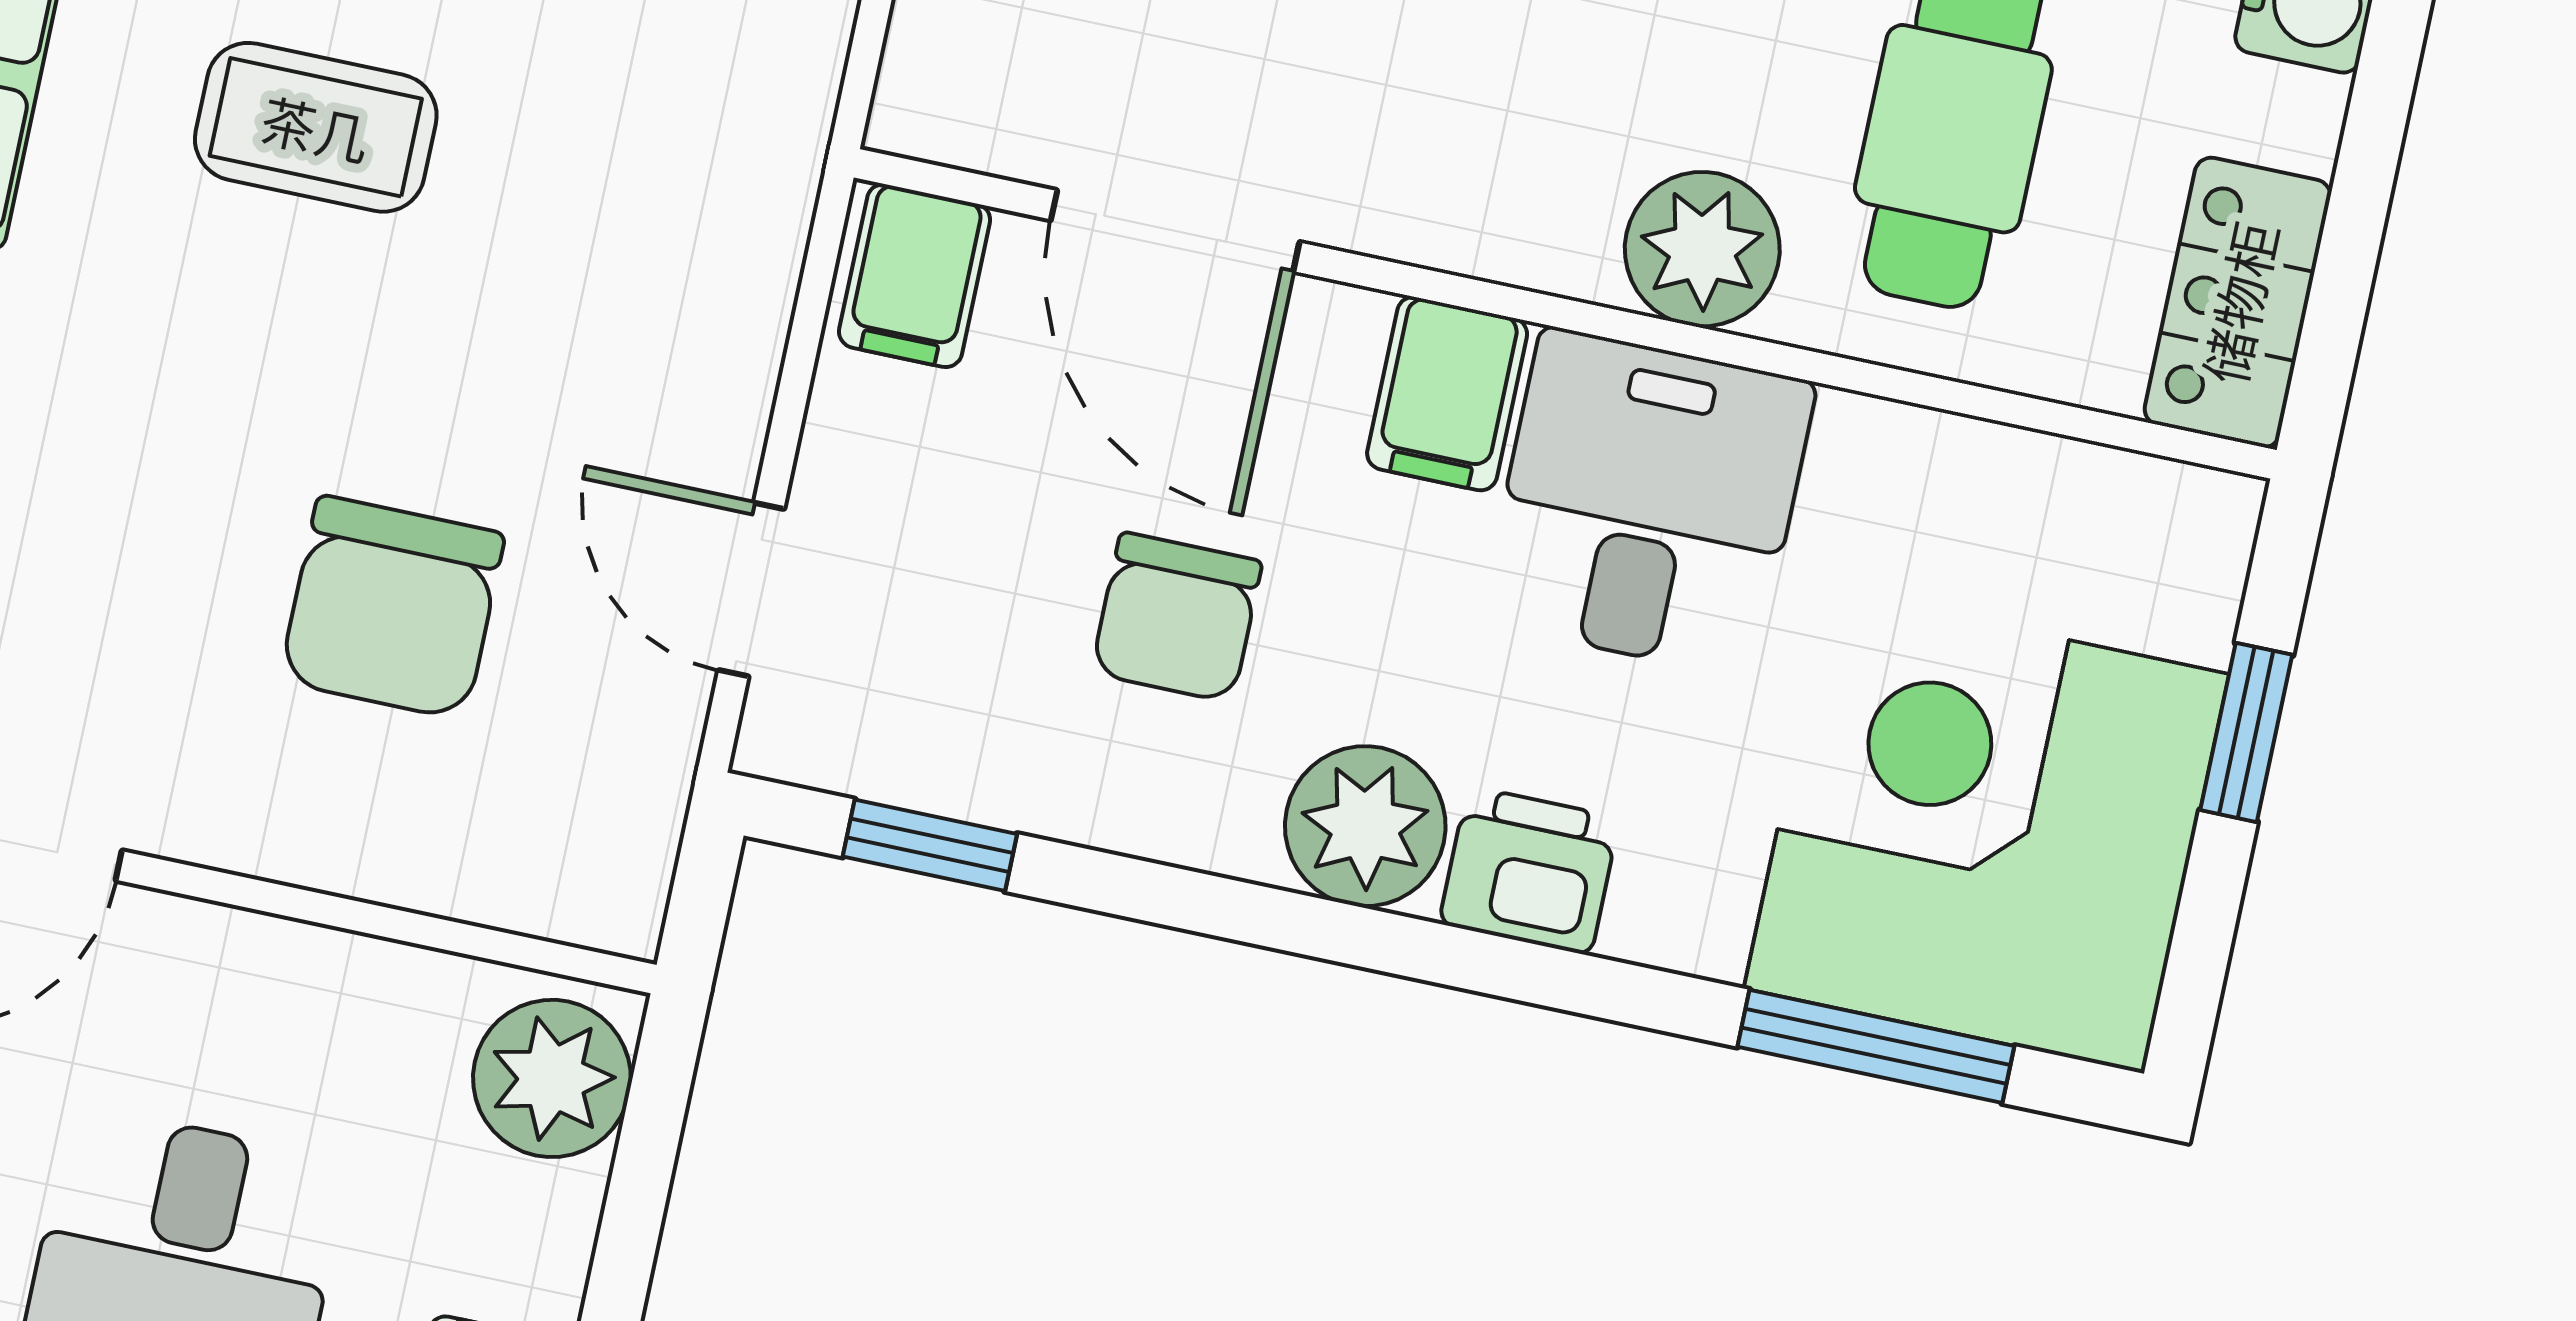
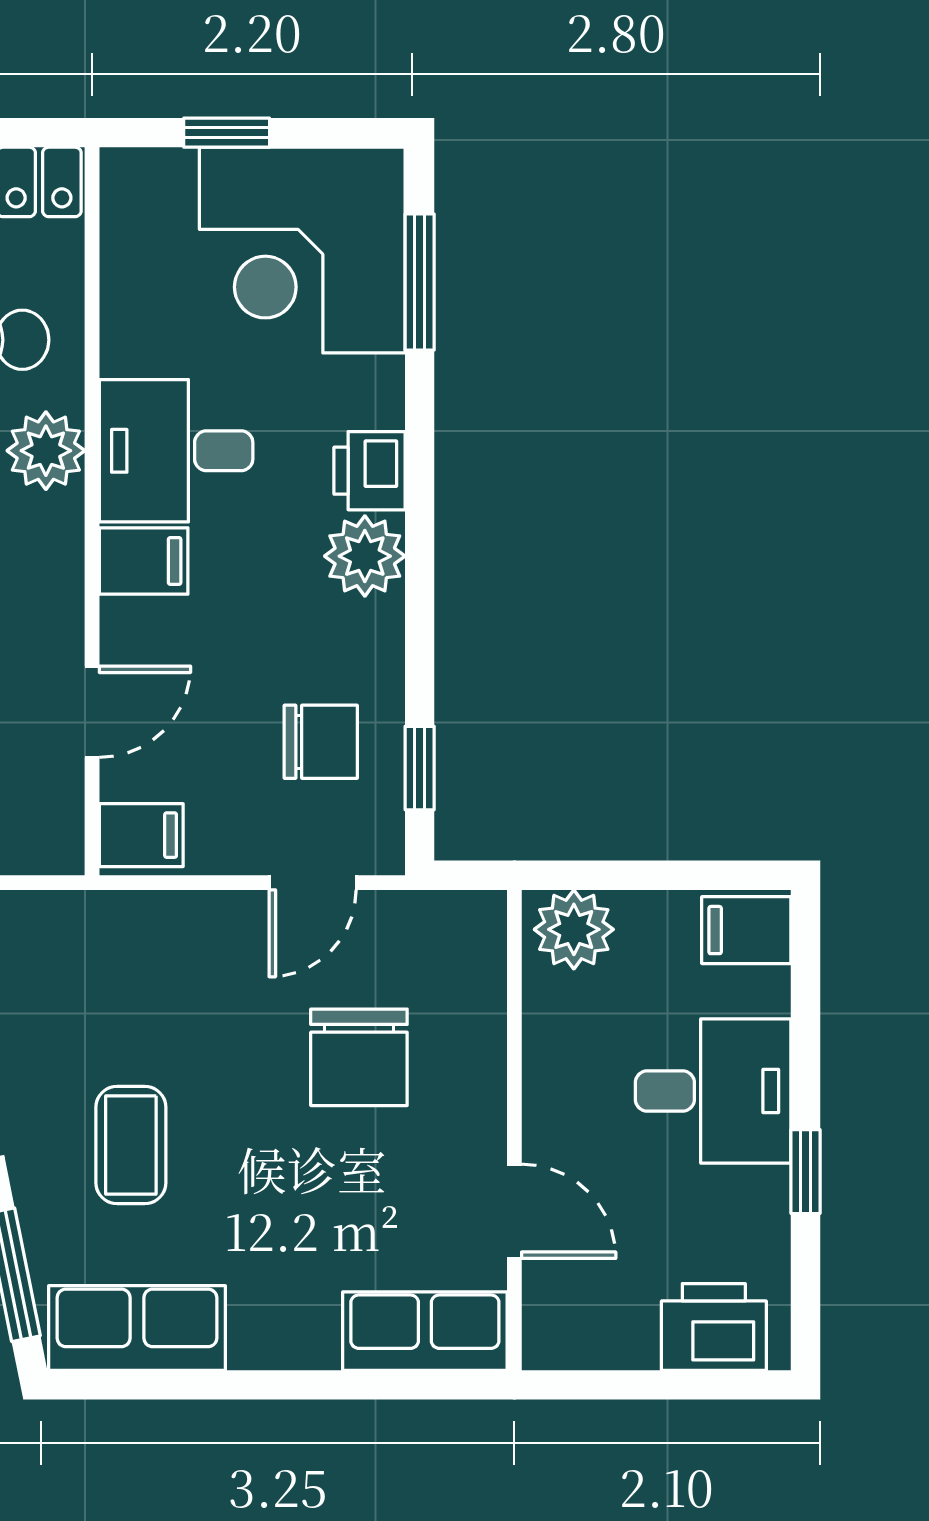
door: (1175, 231) -> (92, 712), width x0.73
chair: (392, 607) -> (359, 1057), turned 90
chair: (1177, 617) -> (321, 742), moved

